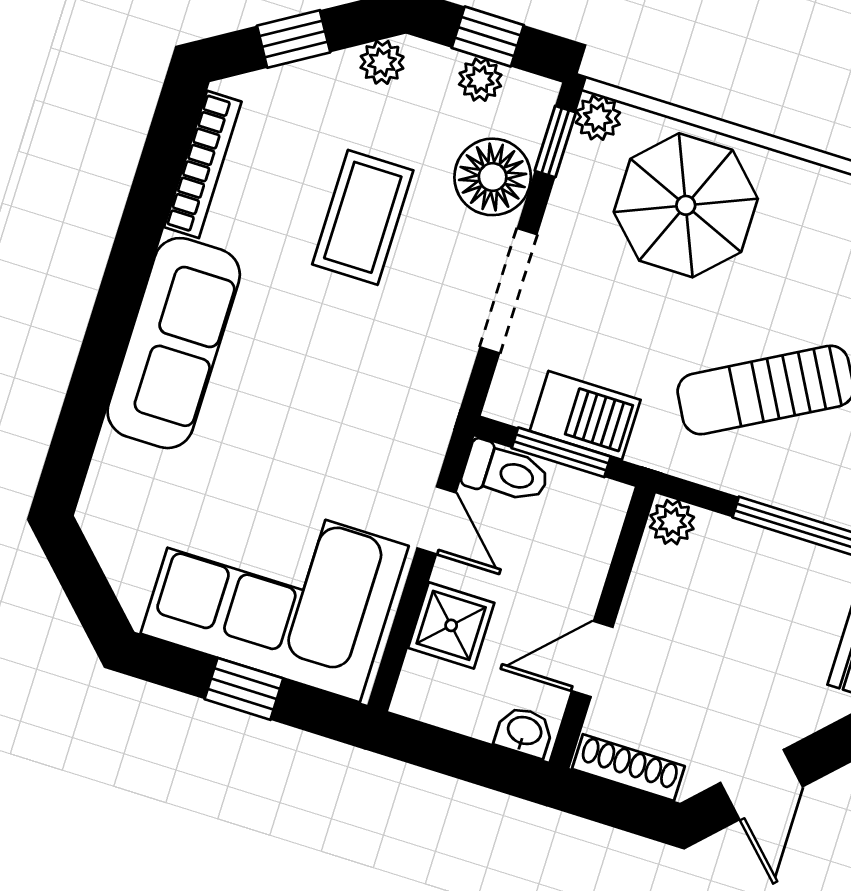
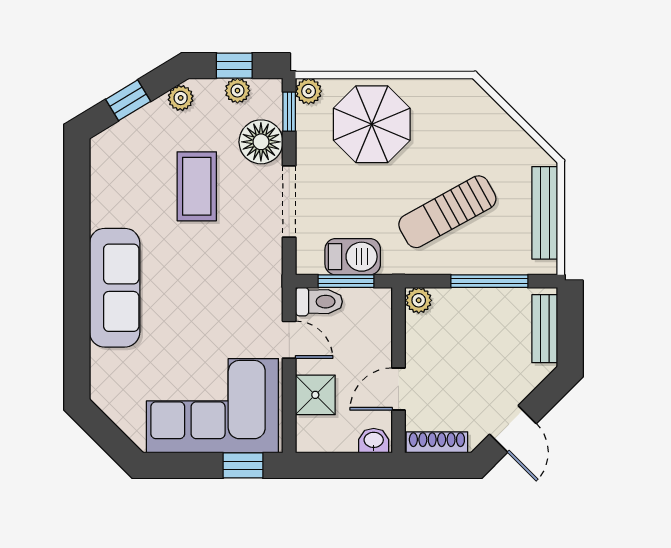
bookcase: (203, 164) -> (100, 185), removed
window: (244, 689) -> (243, 465), moved

